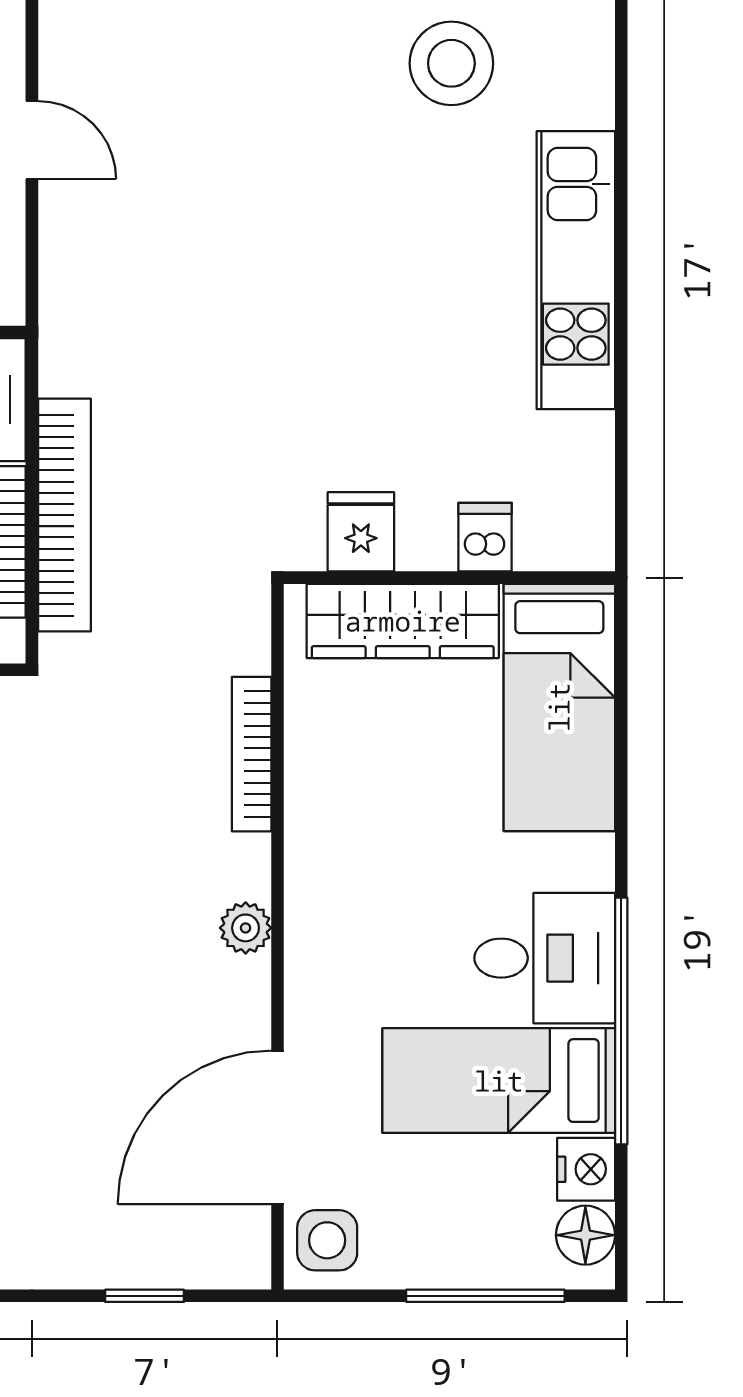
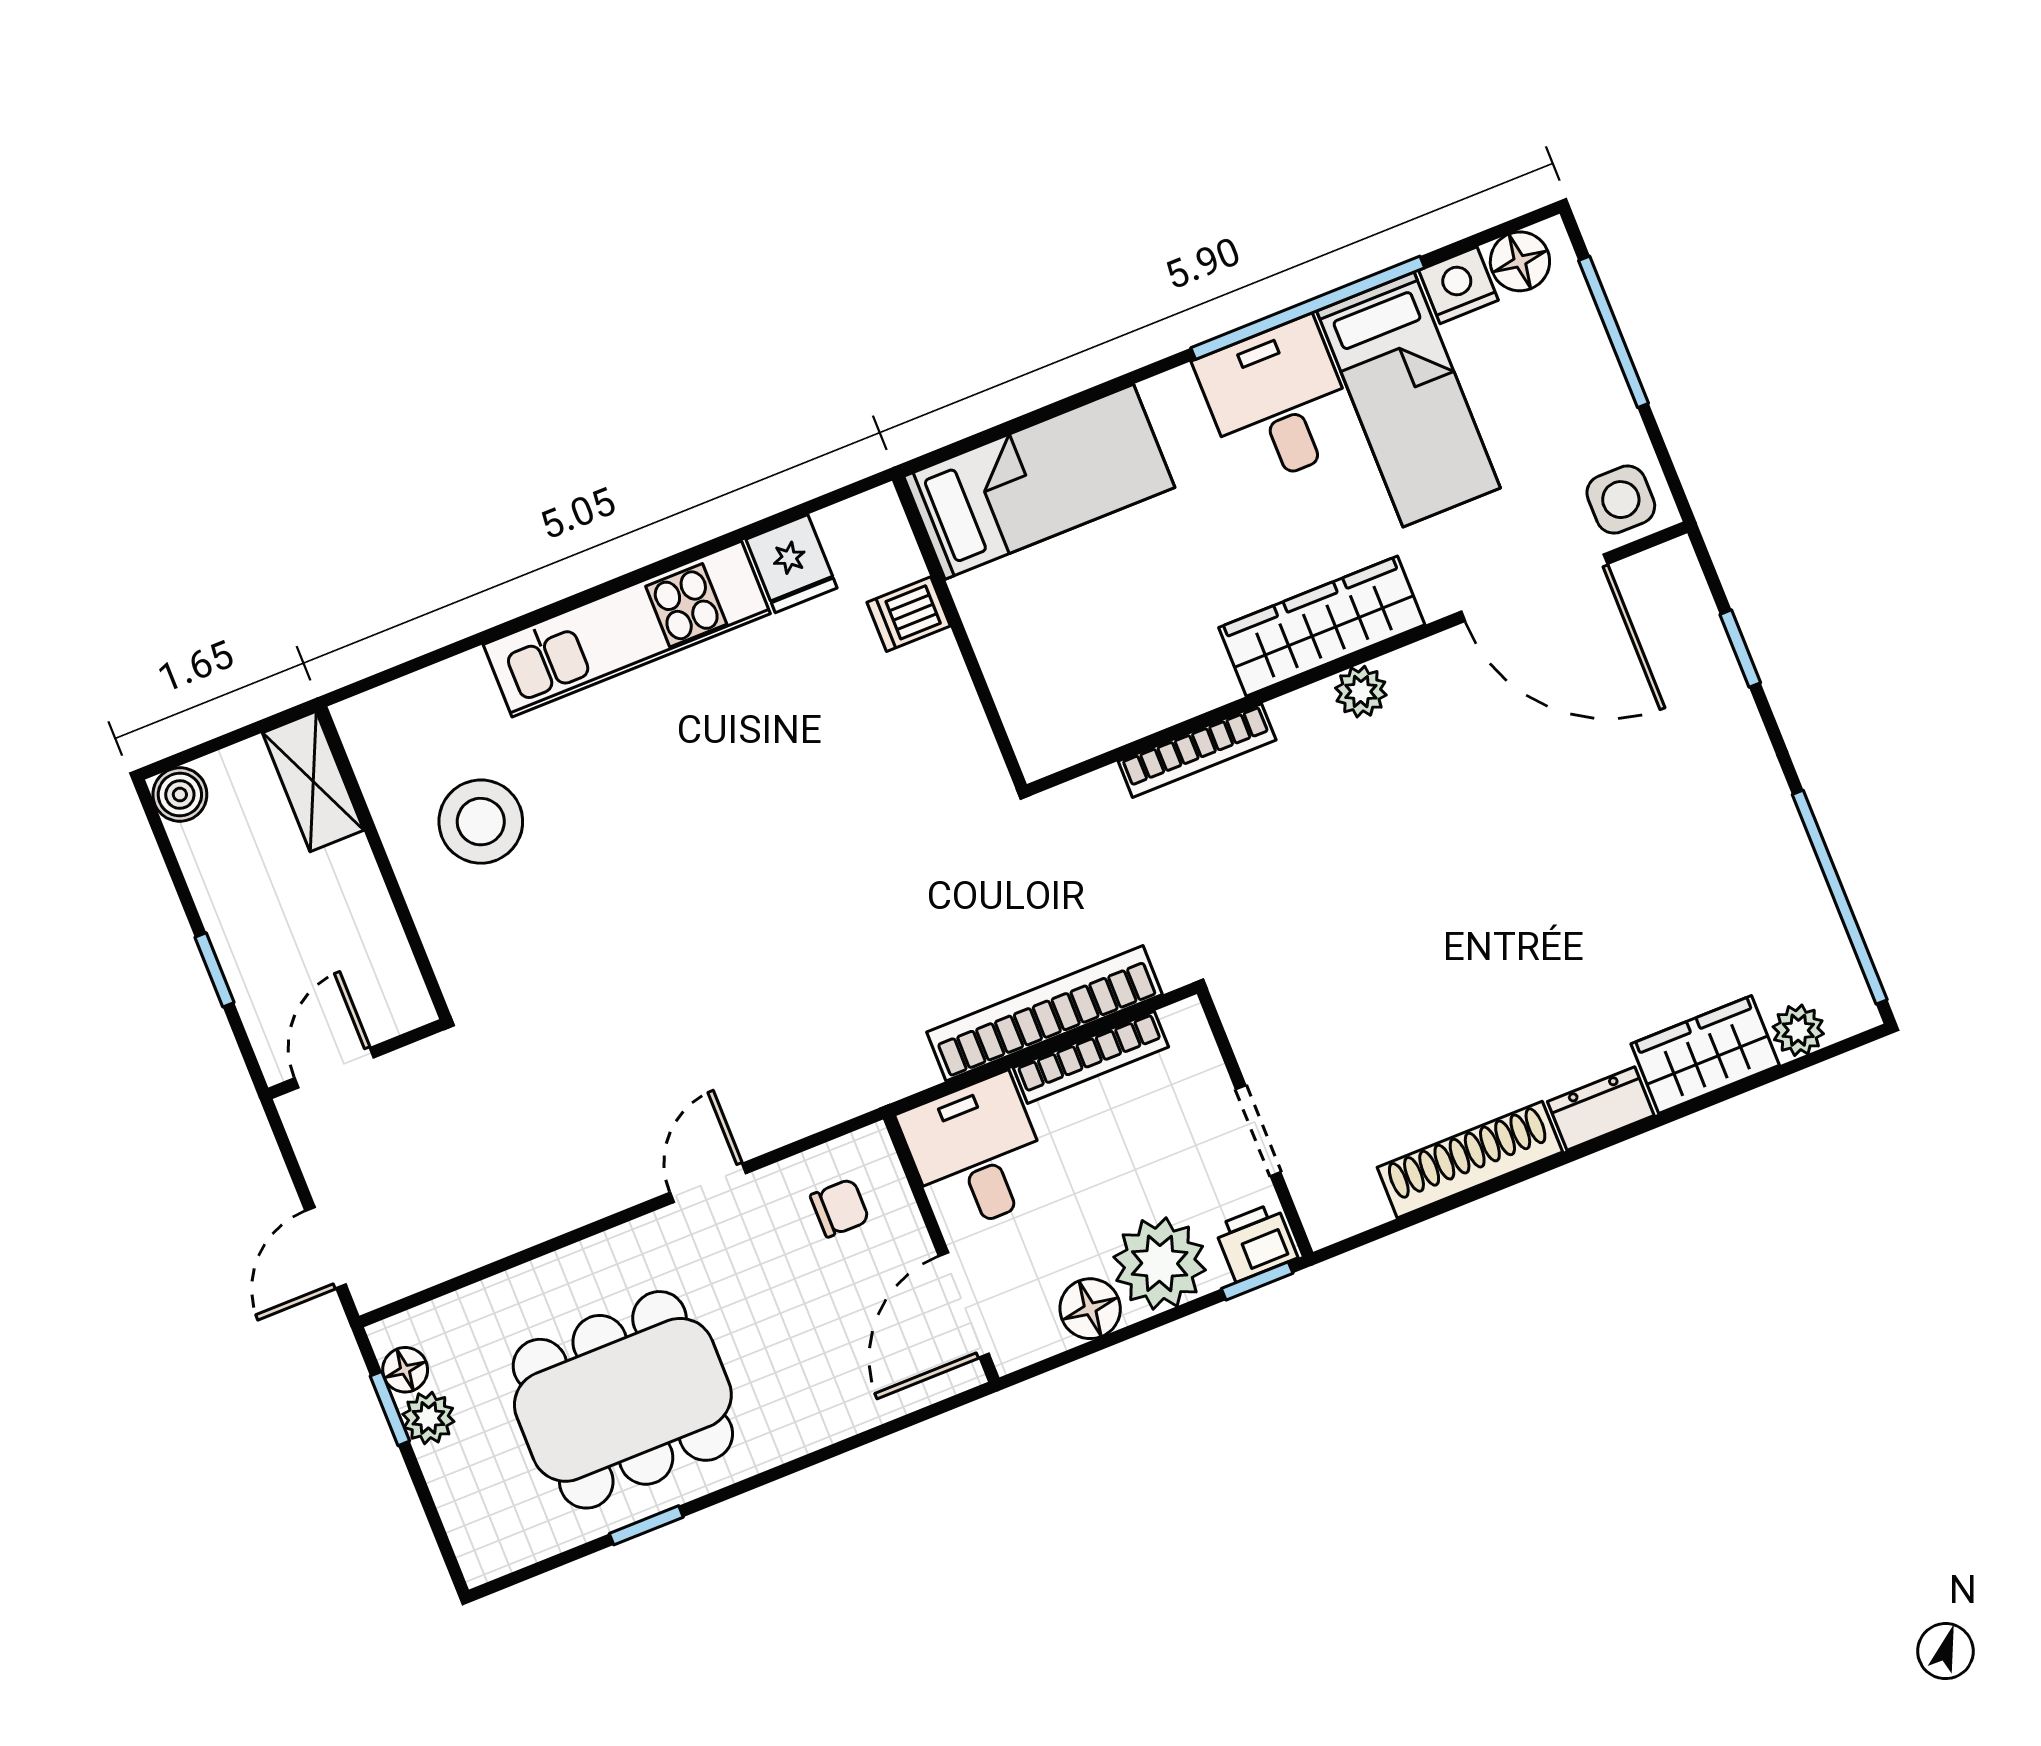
fridge: (361, 532) -> (792, 564), moved, turned -90
wardrobe: (403, 621) -> (1322, 626), moved, turned -90

